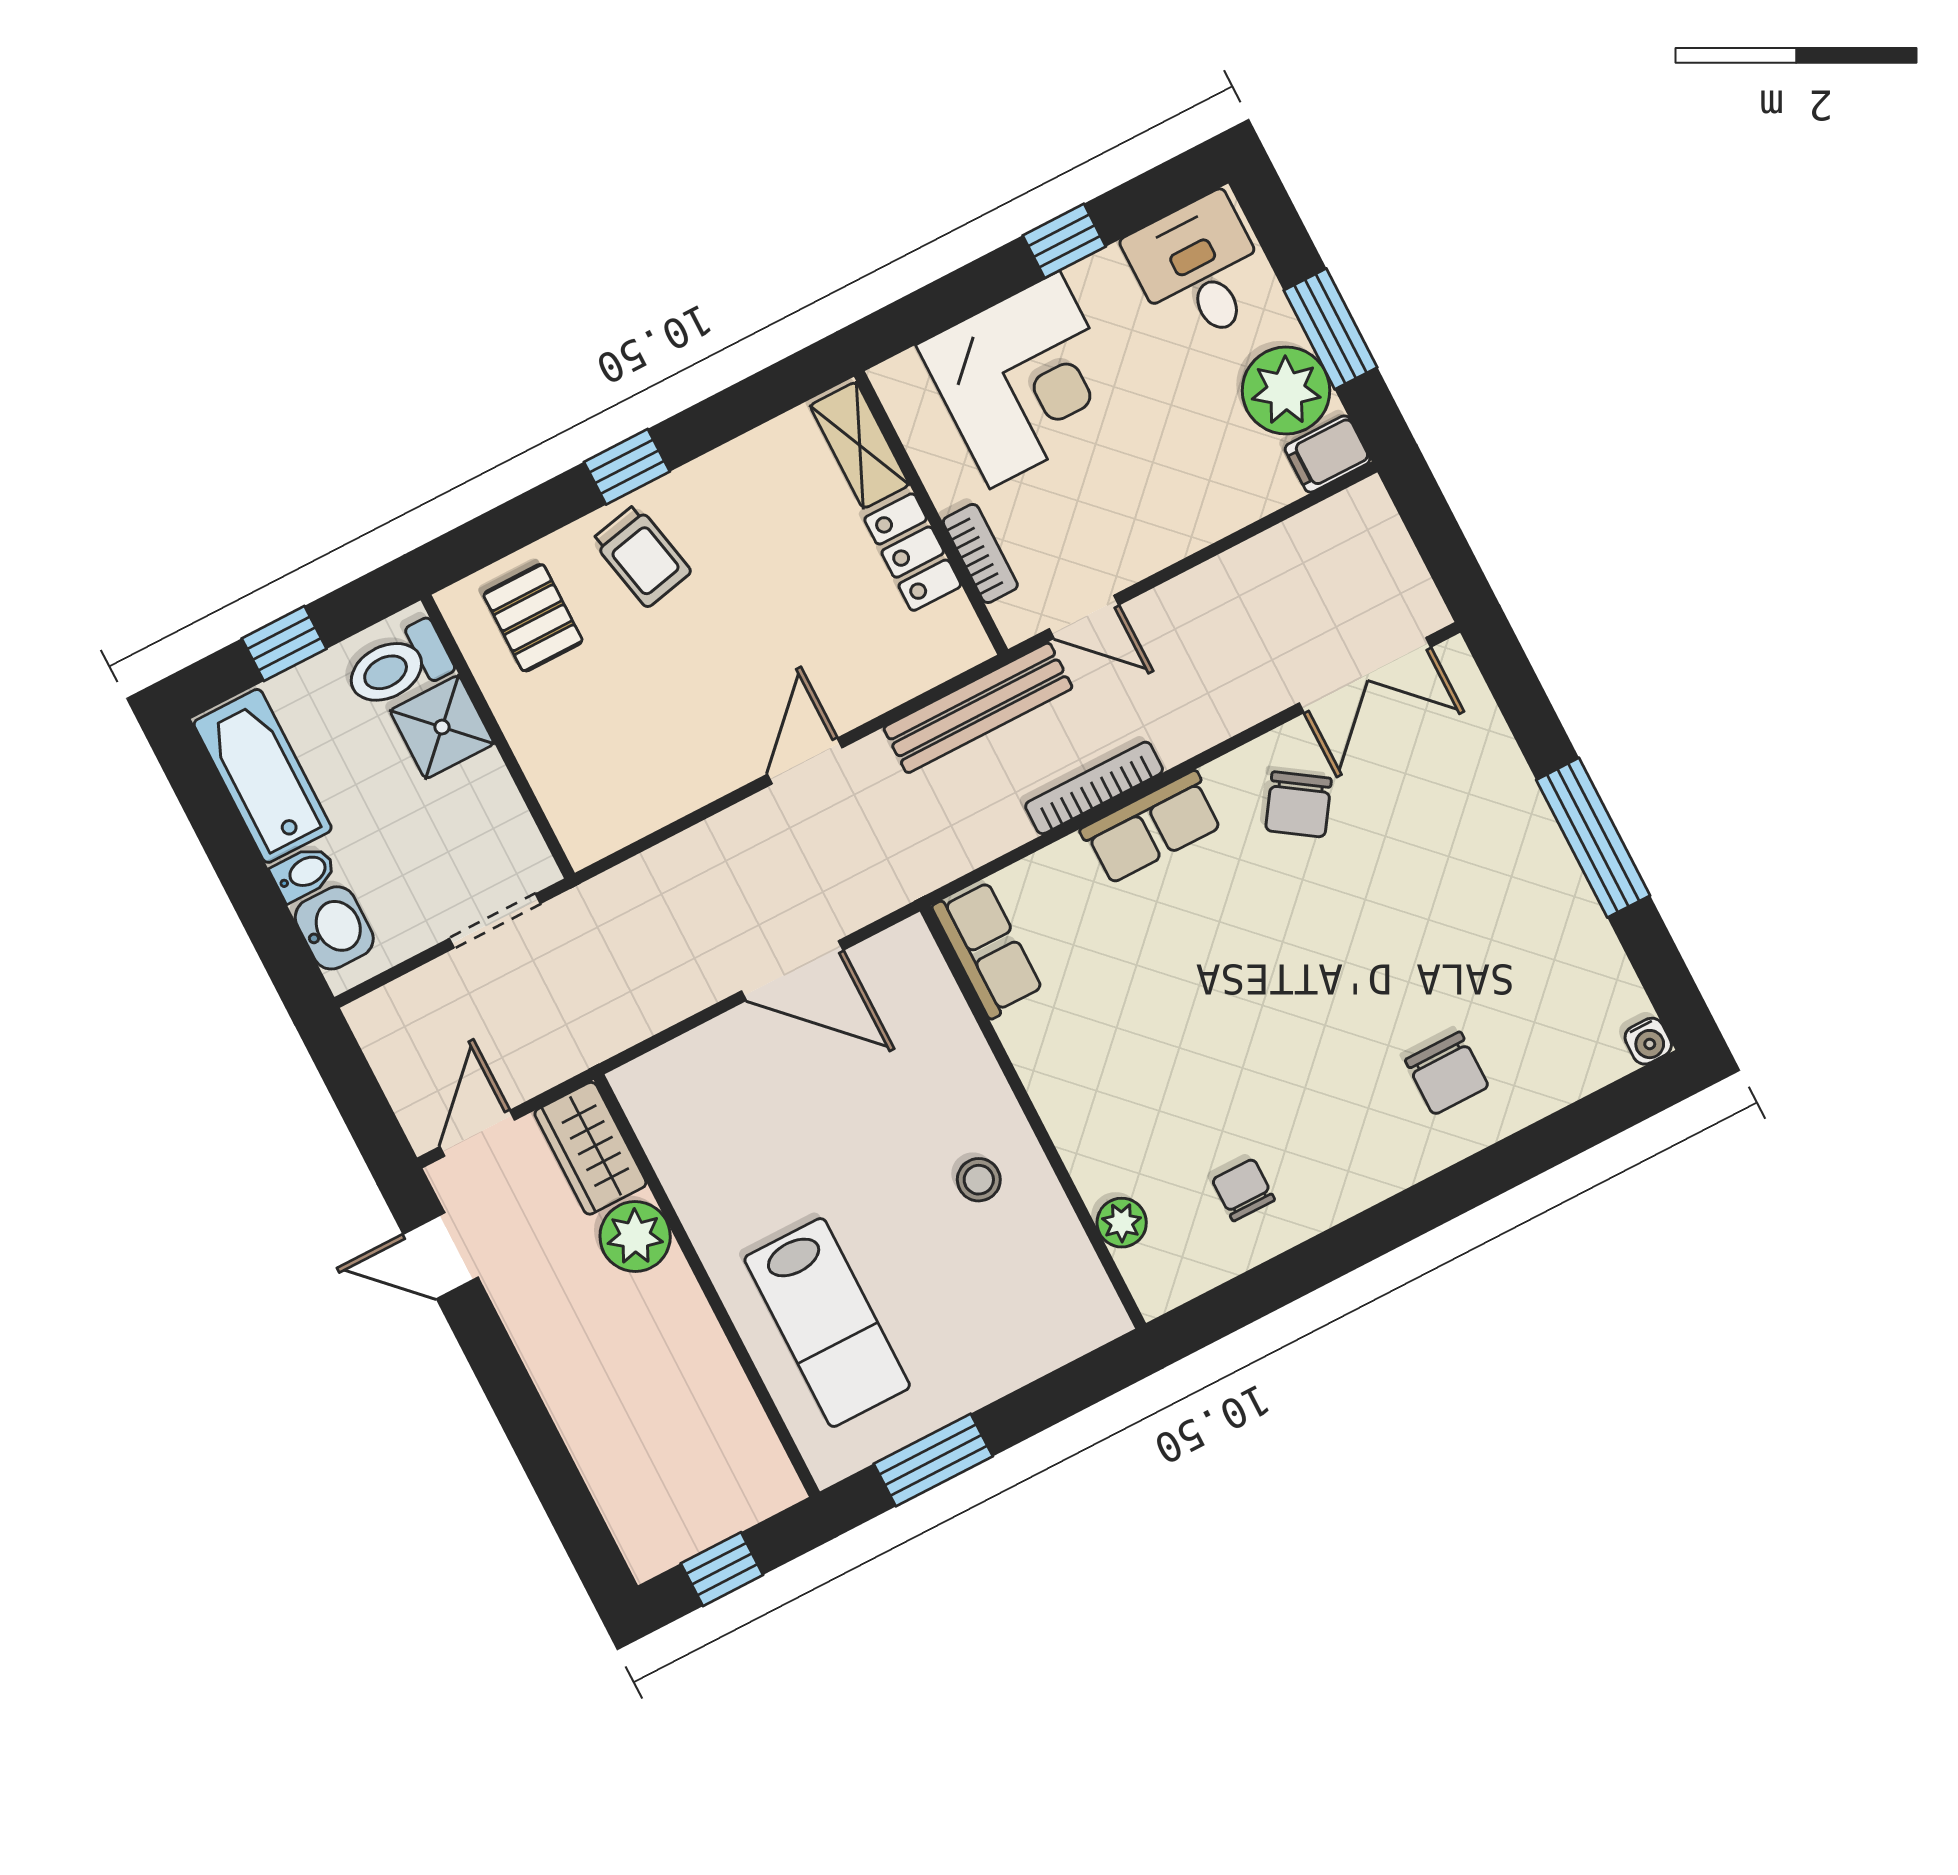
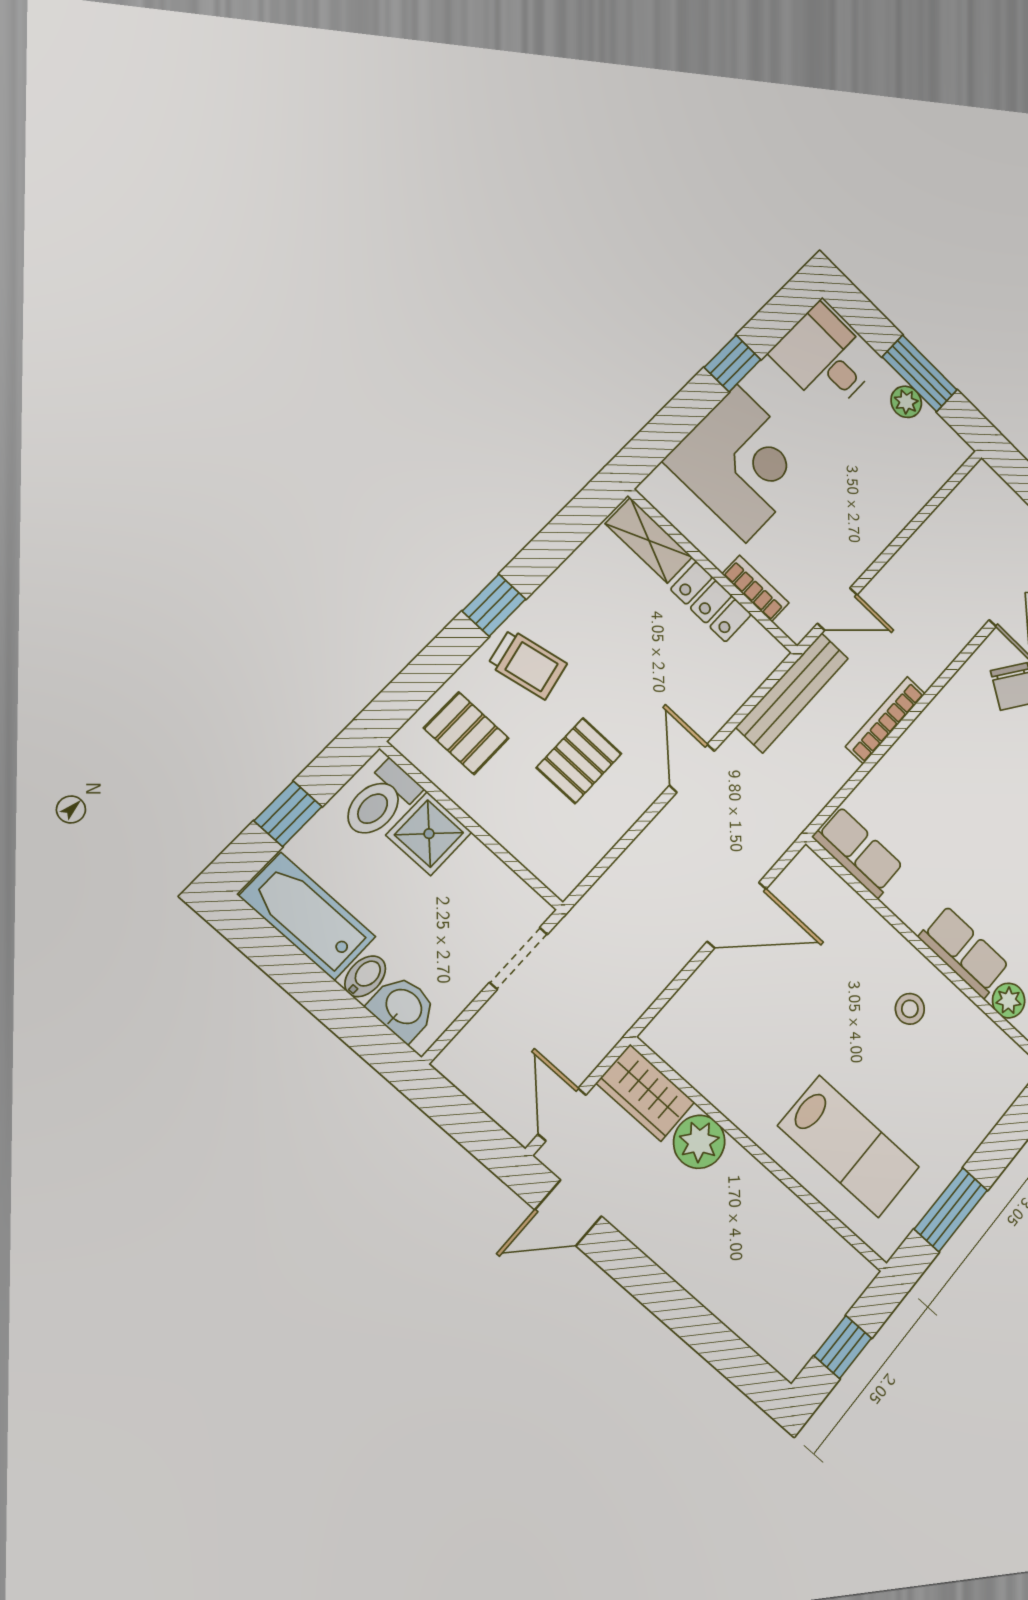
plant: (1286, 391) -> (906, 402), width x0.53, depth x0.53
filing cabinet: (1327, 454) -> (948, 455), removed
pallet: (662, 701) -> (579, 761), added
row of seats: (1152, 827) -> (964, 952), moved, turned -90

